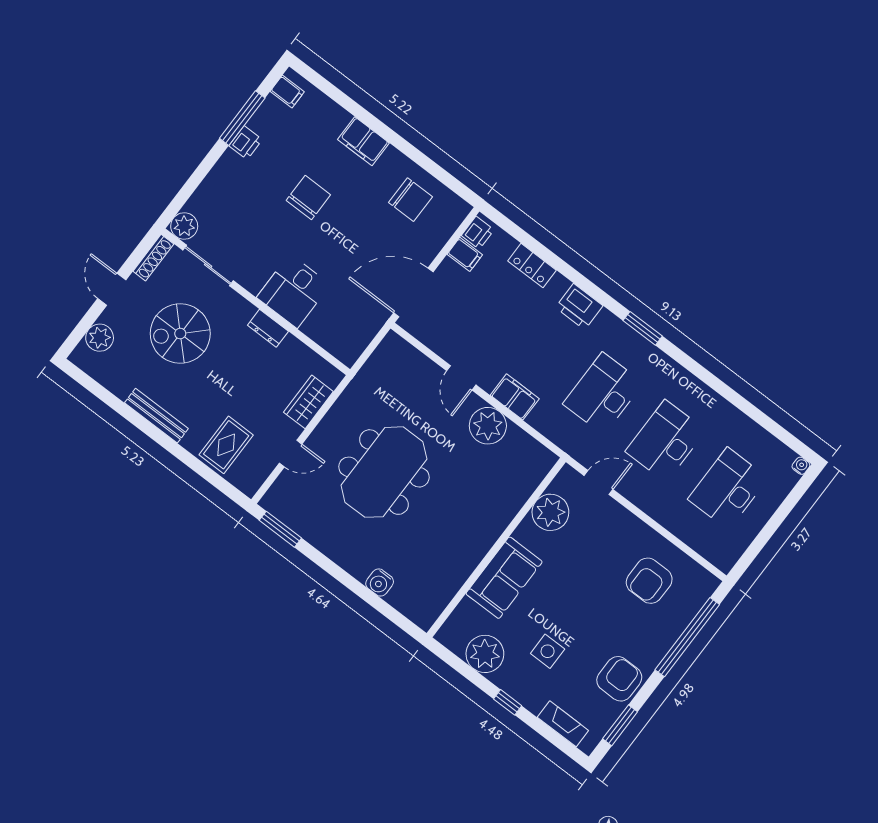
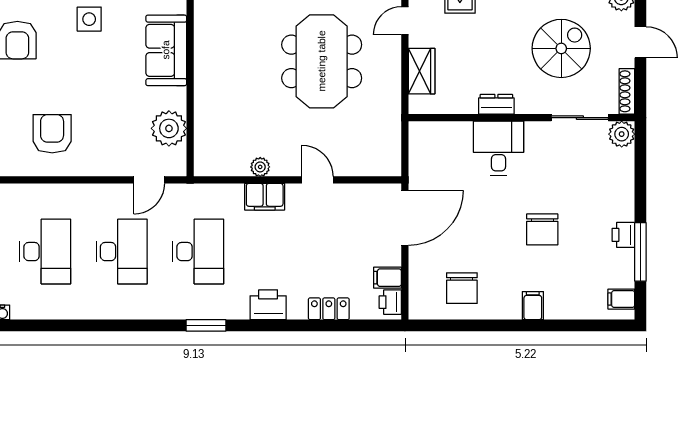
filing cabinet: (363, 141) -> (533, 306), width x0.50
chair: (411, 200) -> (462, 288), turned -90
plant: (488, 426) -> (260, 167), width x0.53, depth x0.53

